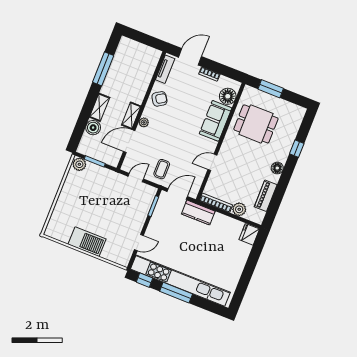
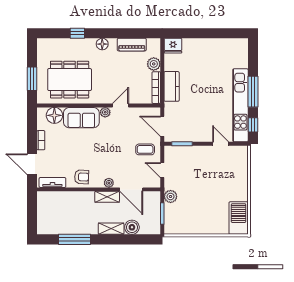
armchair: (159, 99) -> (82, 177), turned 126
dining table: (256, 124) -> (70, 80), width x1.38
plant: (212, 145) -> (105, 112), added
door: (212, 162) -> (120, 105), swing flipped
plant: (79, 164) -> (171, 196), moved
kitchen counter: (198, 213) -> (172, 86), moved
barbecue: (87, 242) -> (239, 218), moved
kitchen unit: (180, 281) -> (240, 105), width x0.73

